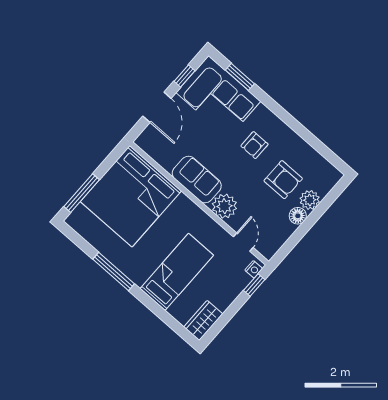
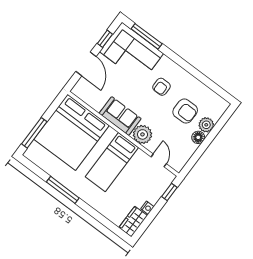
window: (240, 77) -> (147, 36), width x1.44
nightstand: (254, 269) -> (147, 208), moved
bed: (177, 272) -> (112, 162), moved, turned 180

